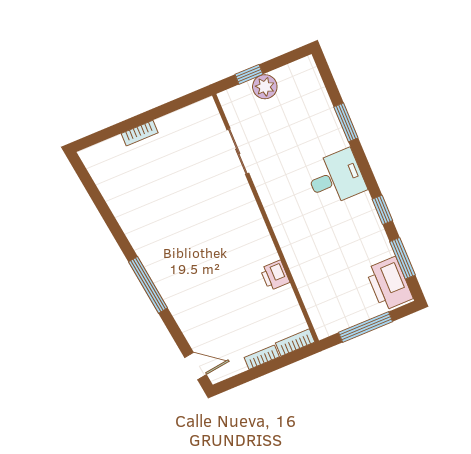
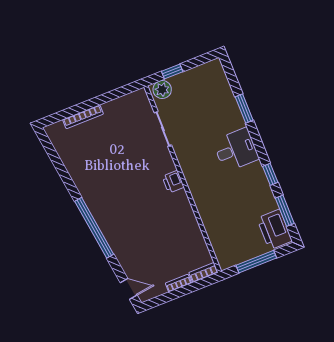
plant: (265, 87) -> (162, 90), moved
bookcase: (140, 133) -> (83, 117), width x1.56
printer: (275, 275) -> (173, 182), moved
window: (148, 285) -> (94, 228), width x1.46

